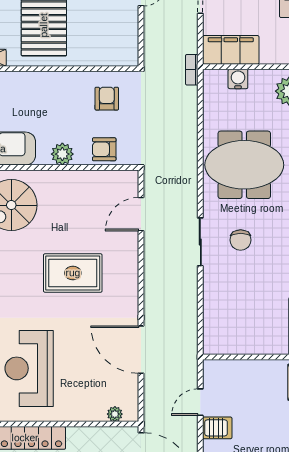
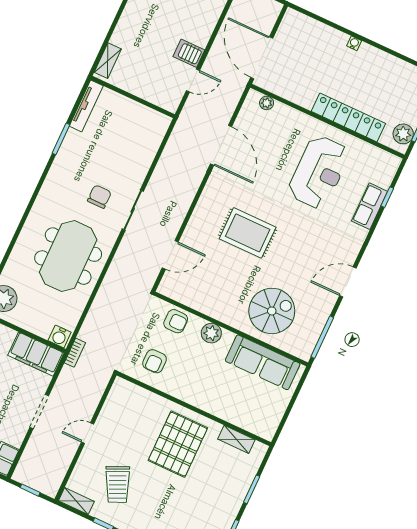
water cooler: (238, 79) -> (60, 336), moved
meeting table: (244, 165) -> (68, 256), turned 90

